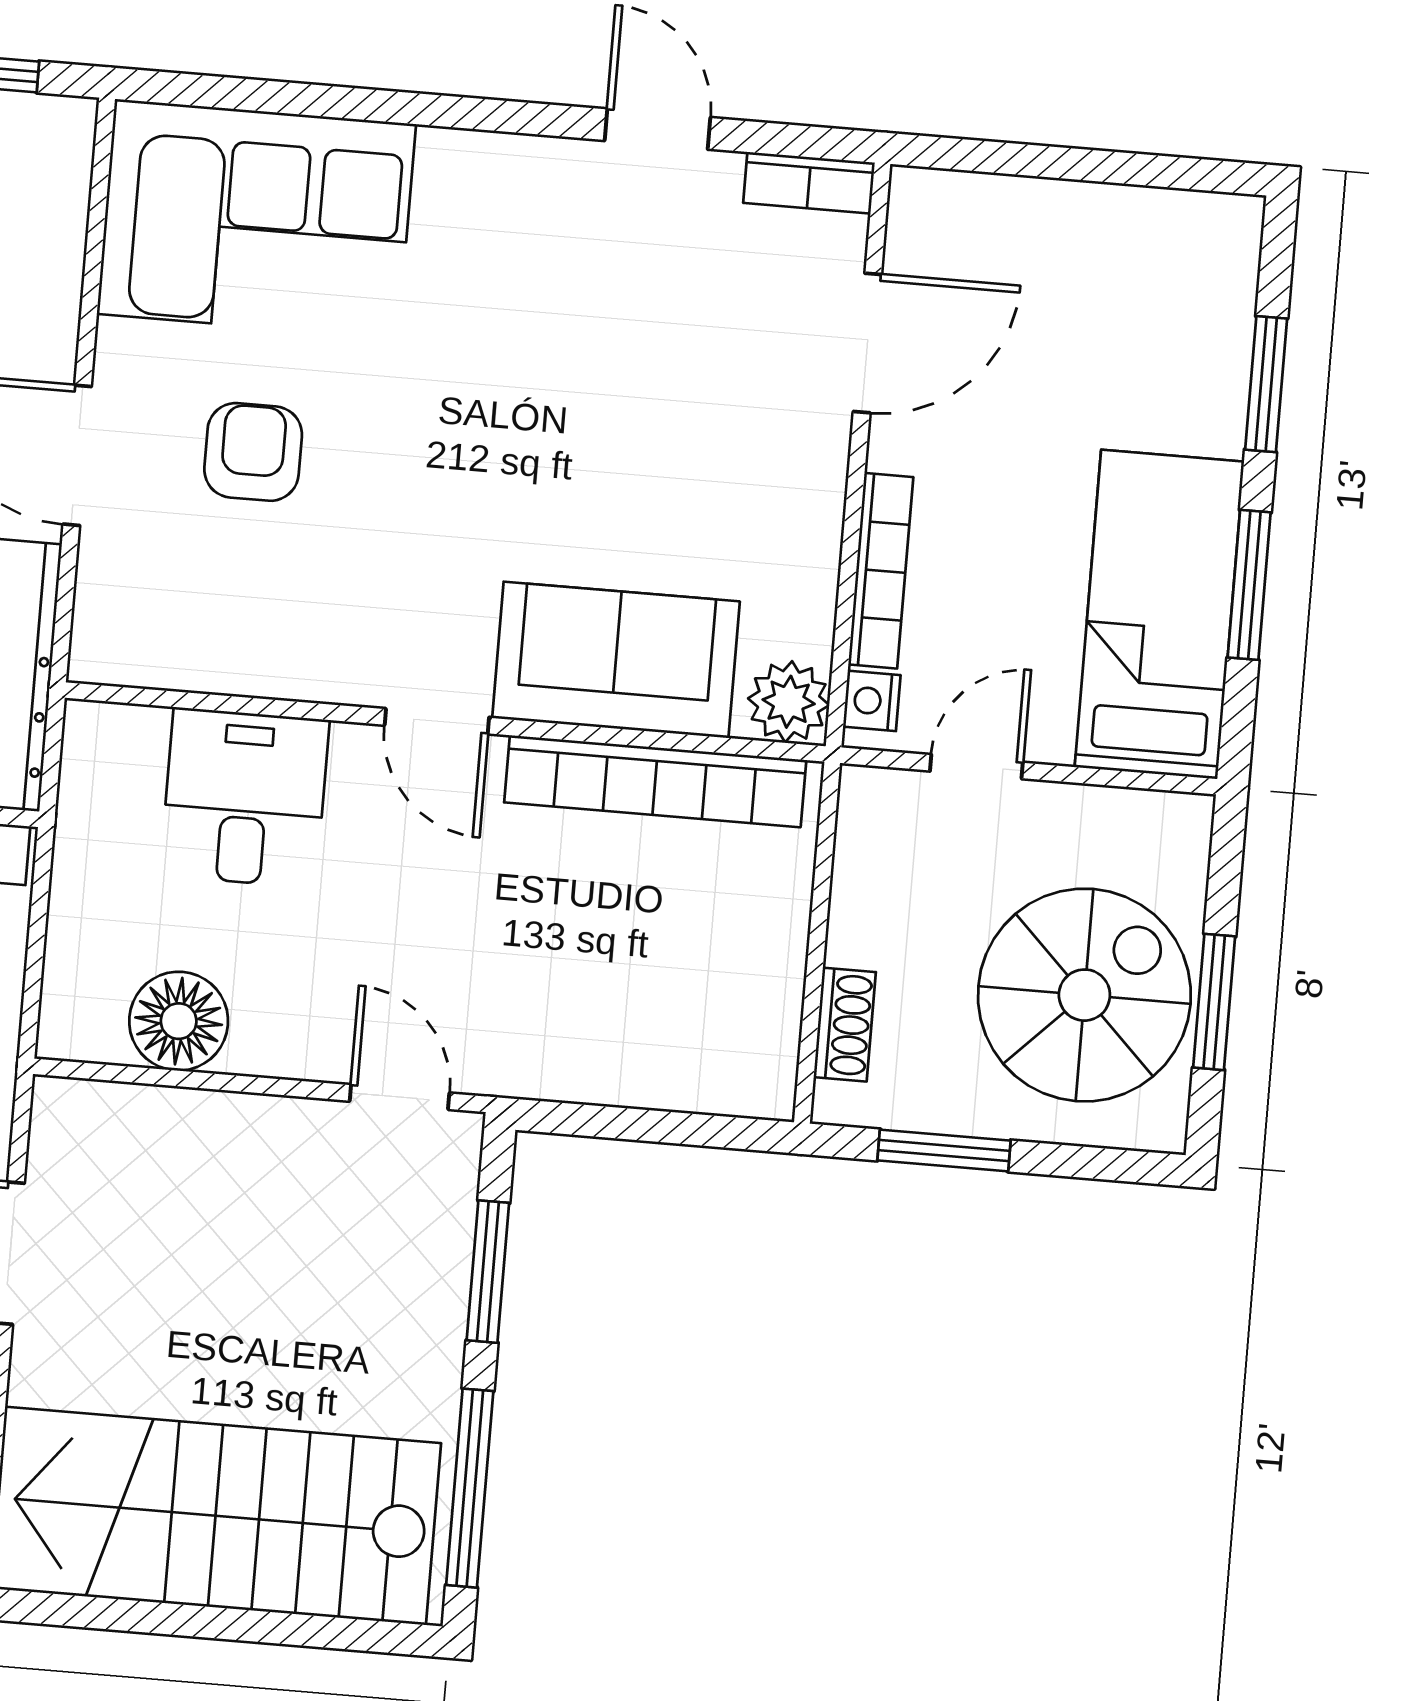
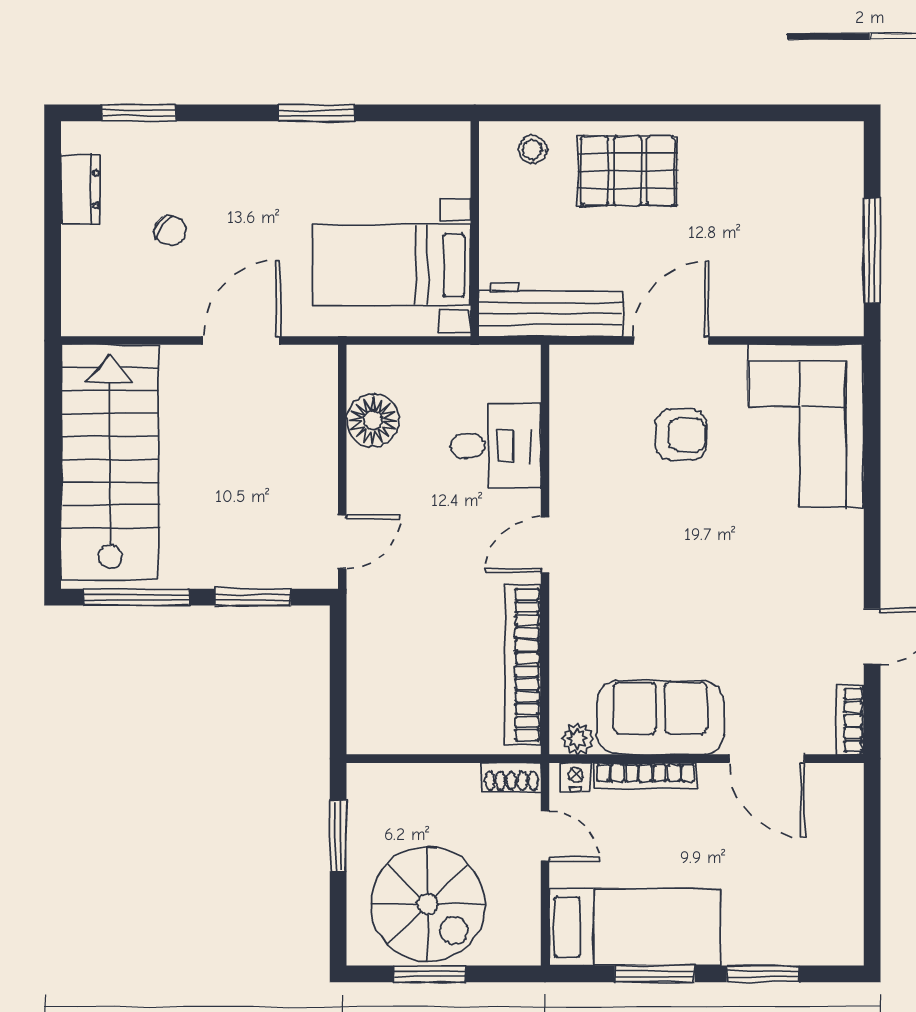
sofa: (616, 660) -> (660, 718), moved, turned -90
plant: (789, 702) -> (577, 739), width x0.73, depth x0.73
shoe rack: (845, 1025) -> (511, 777), moved

